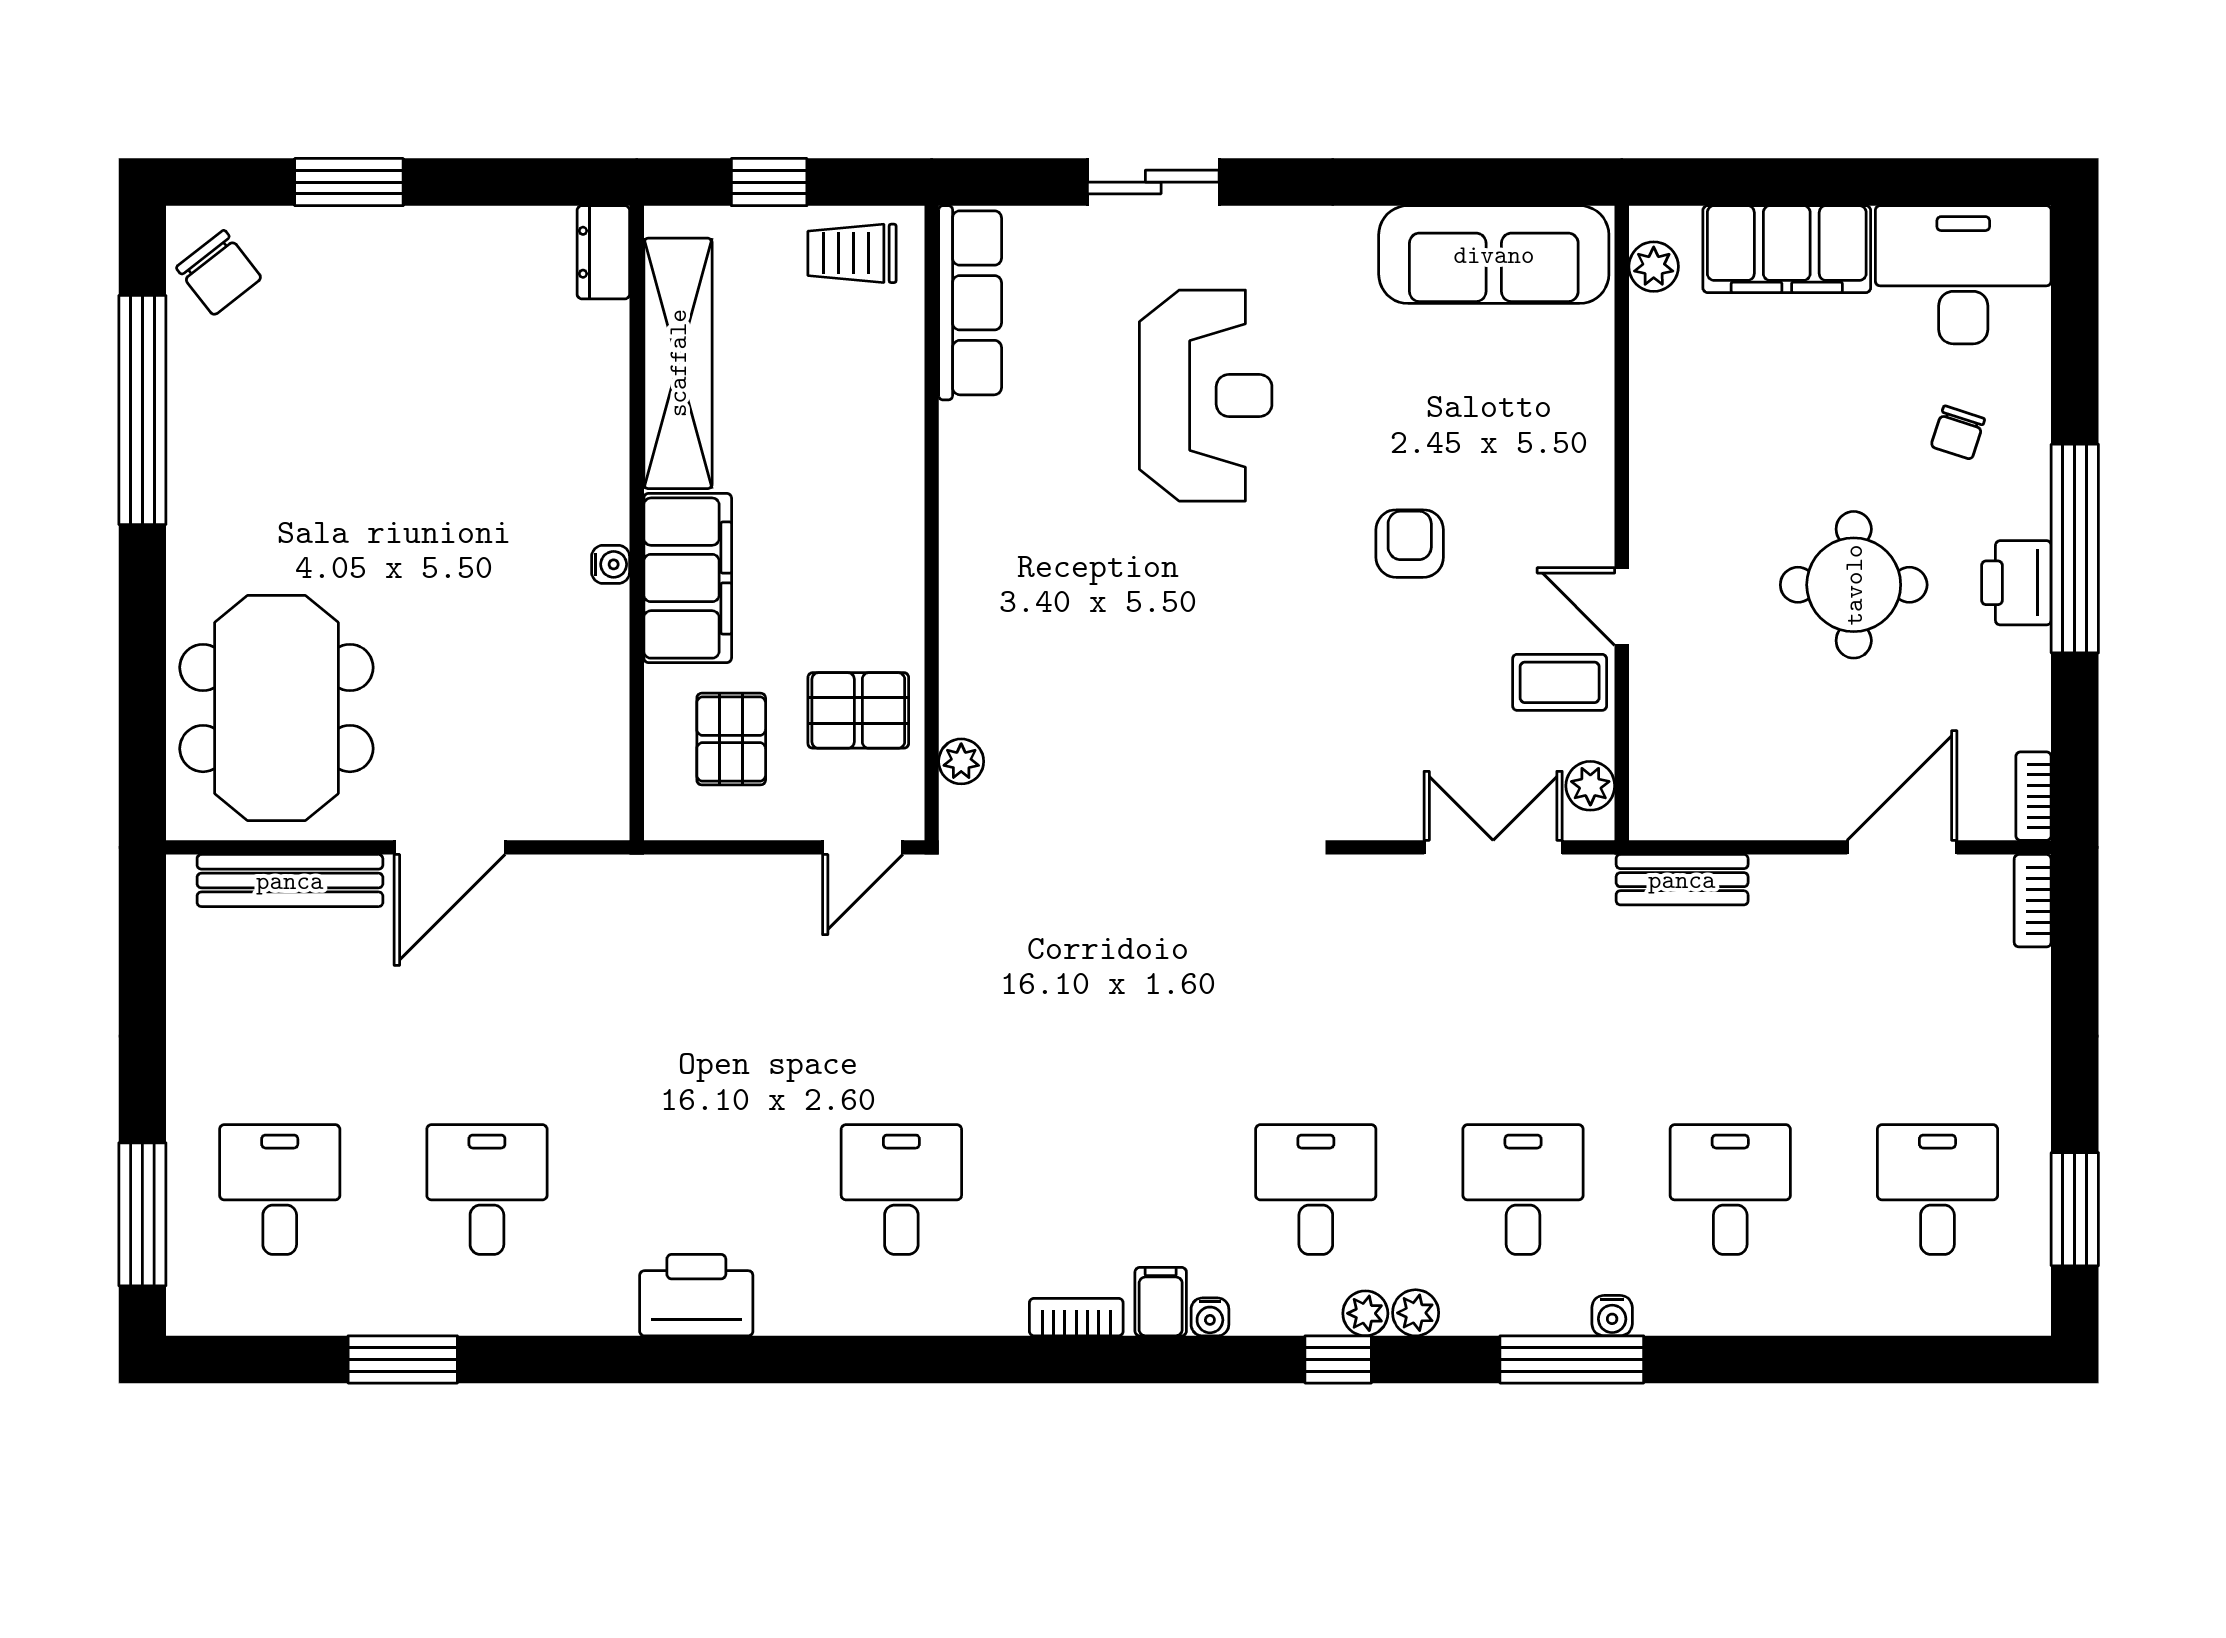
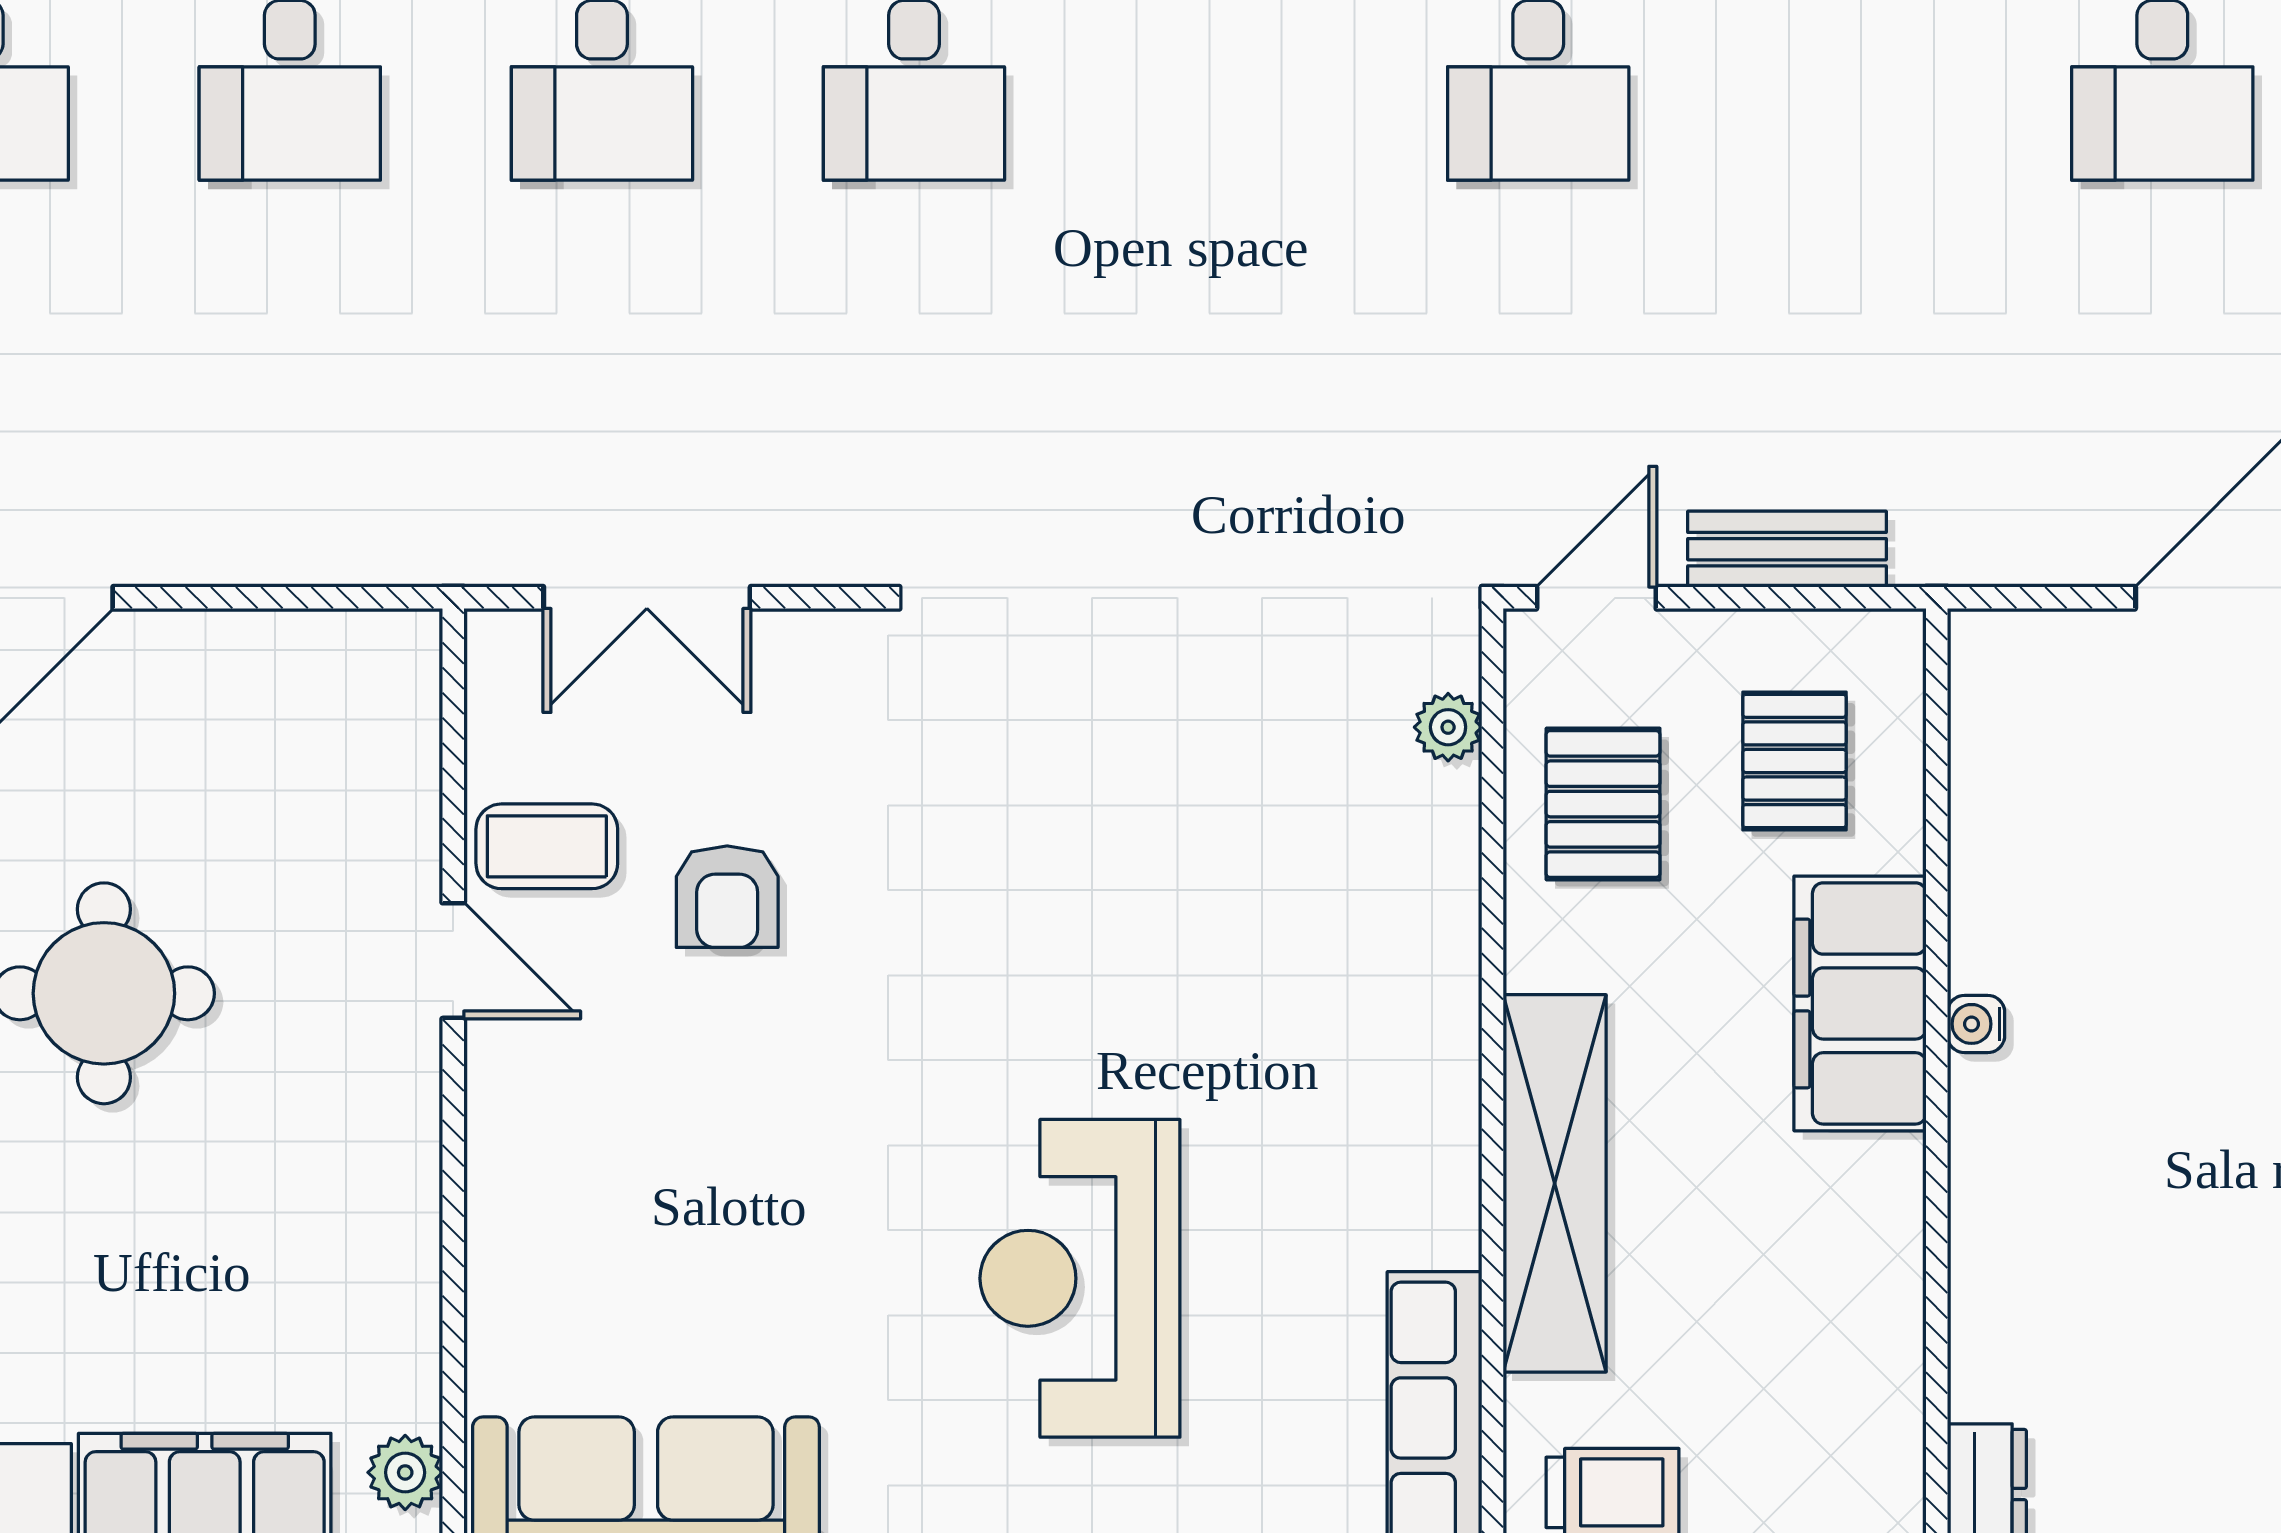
shelving: (678, 363) -> (1555, 1183), moved
armchair: (1410, 544) -> (727, 897), moved
pallet: (858, 710) -> (1603, 804), turned 90
plant: (1590, 786) -> (501, 691), removed
bench: (1682, 880) -> (1787, 549), moved

